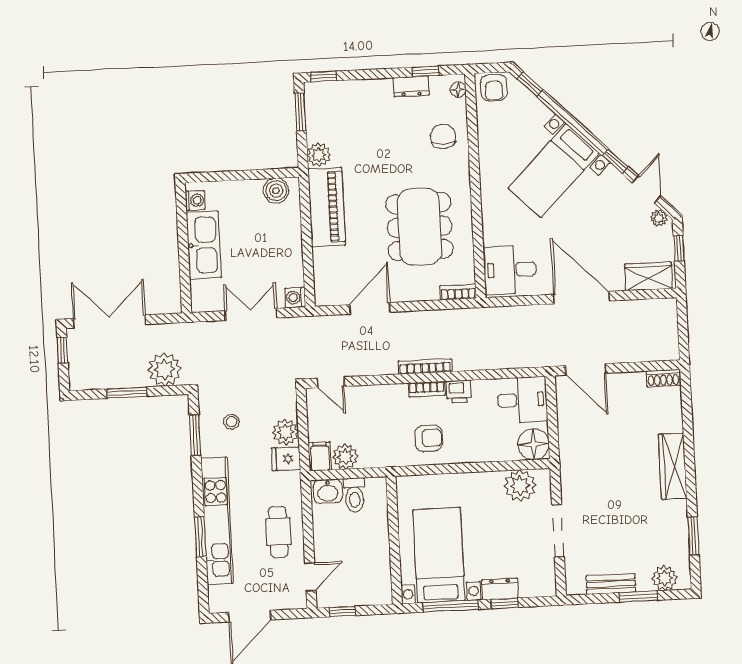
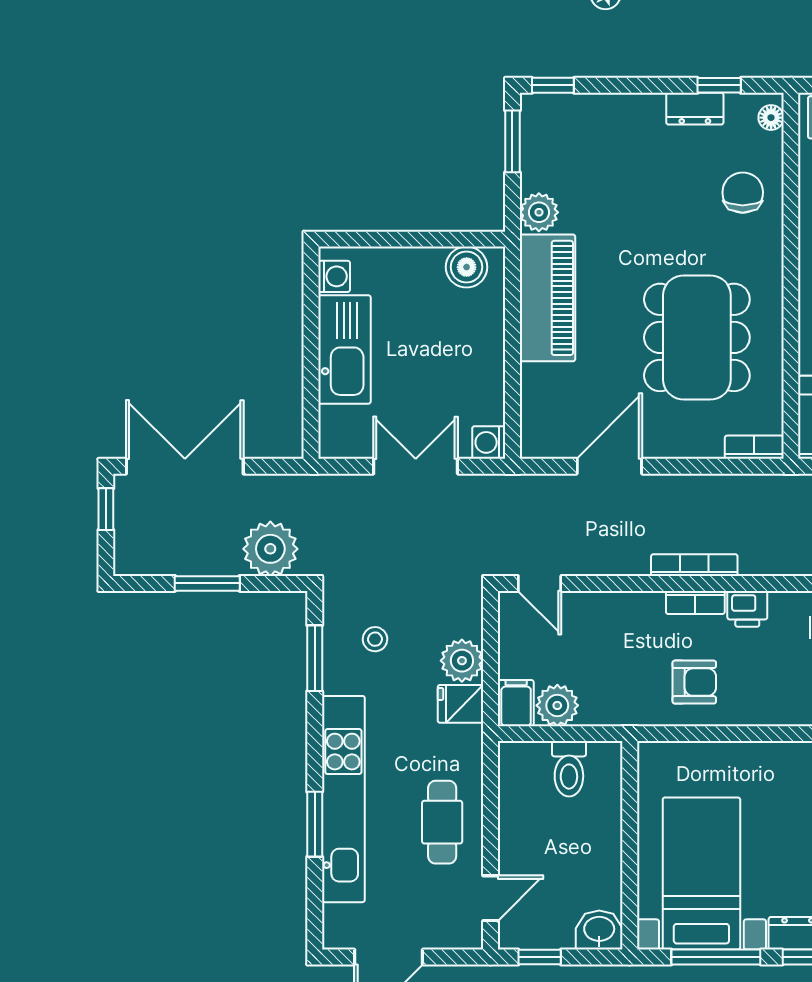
washbasin: (328, 491) -> (599, 930), moved, turned 180

